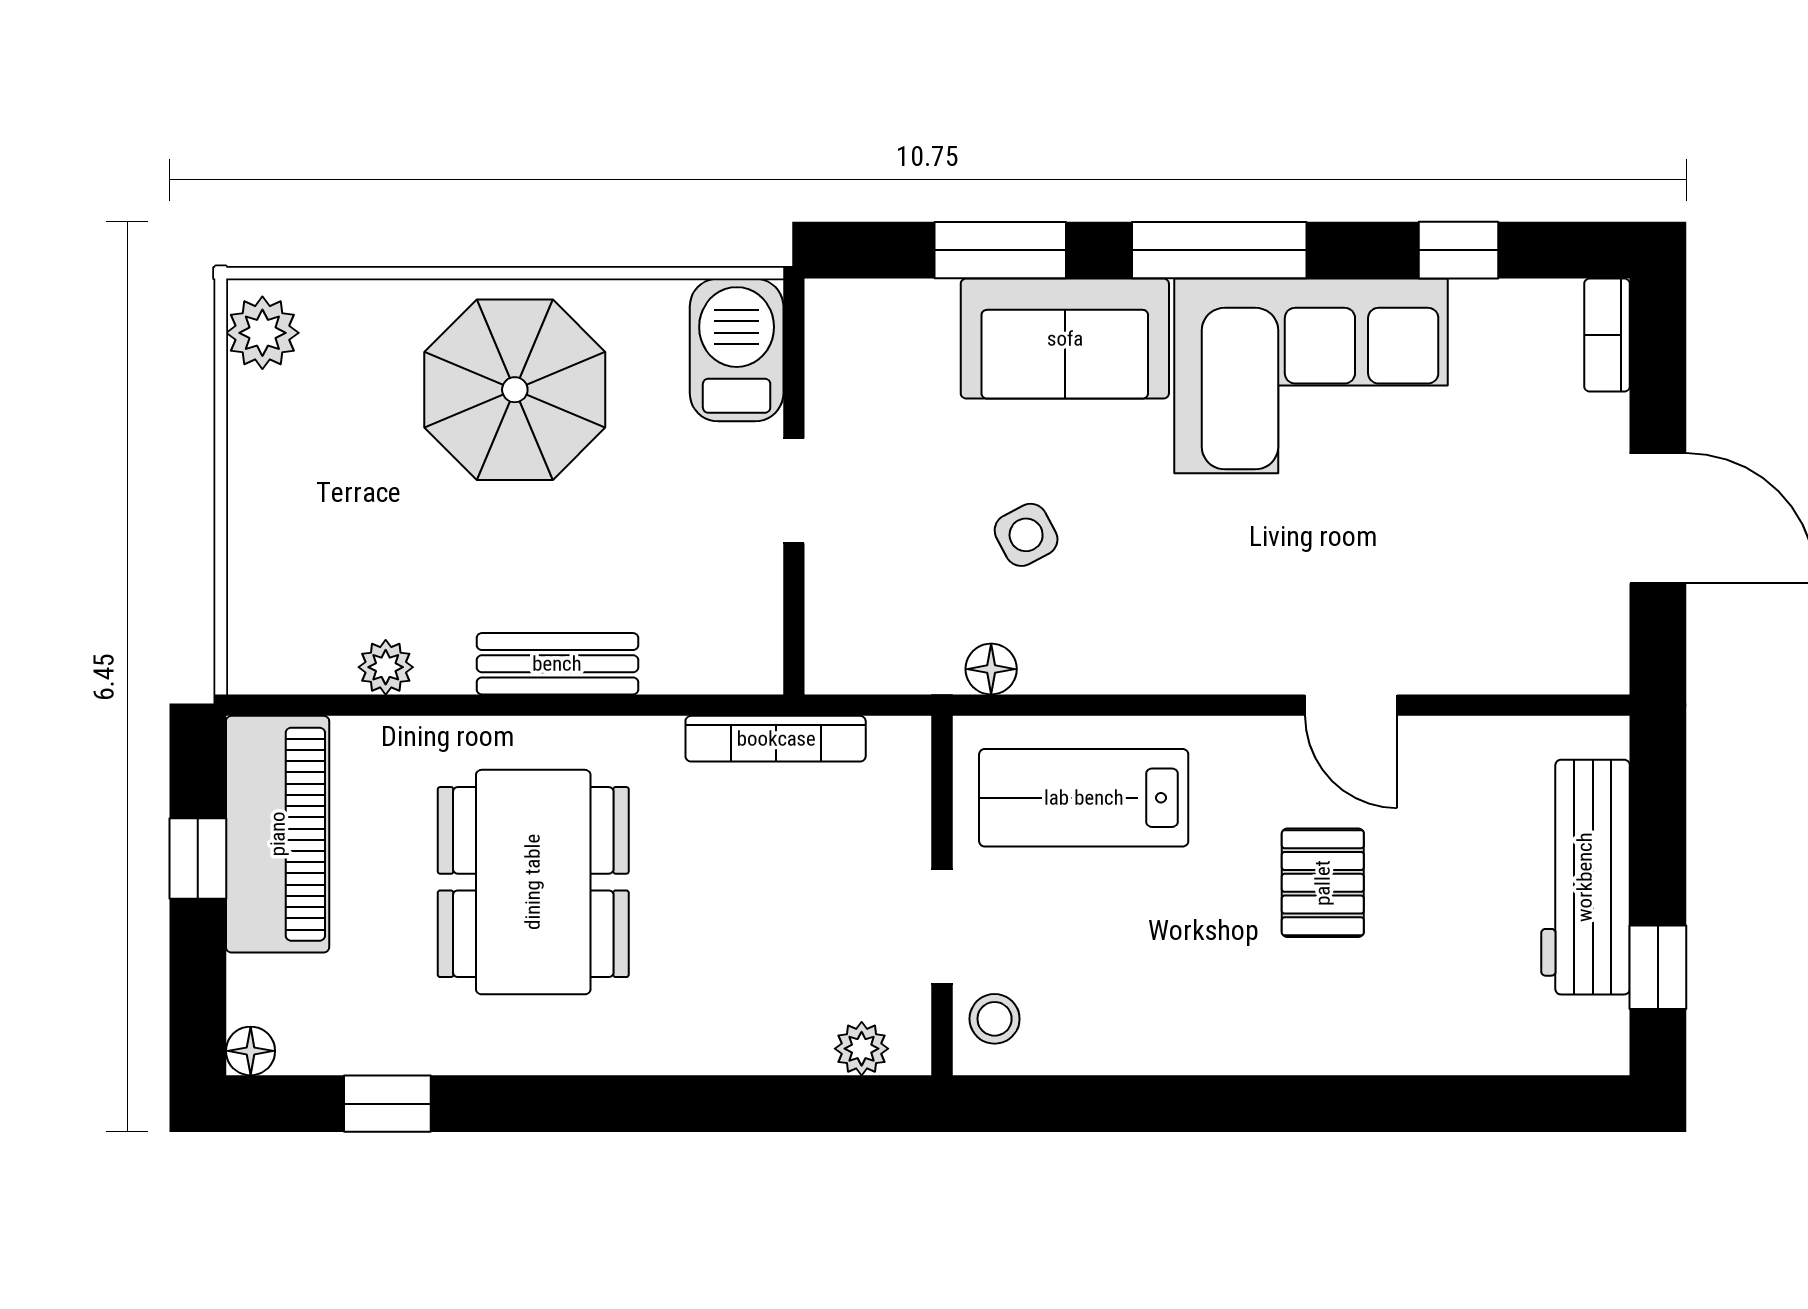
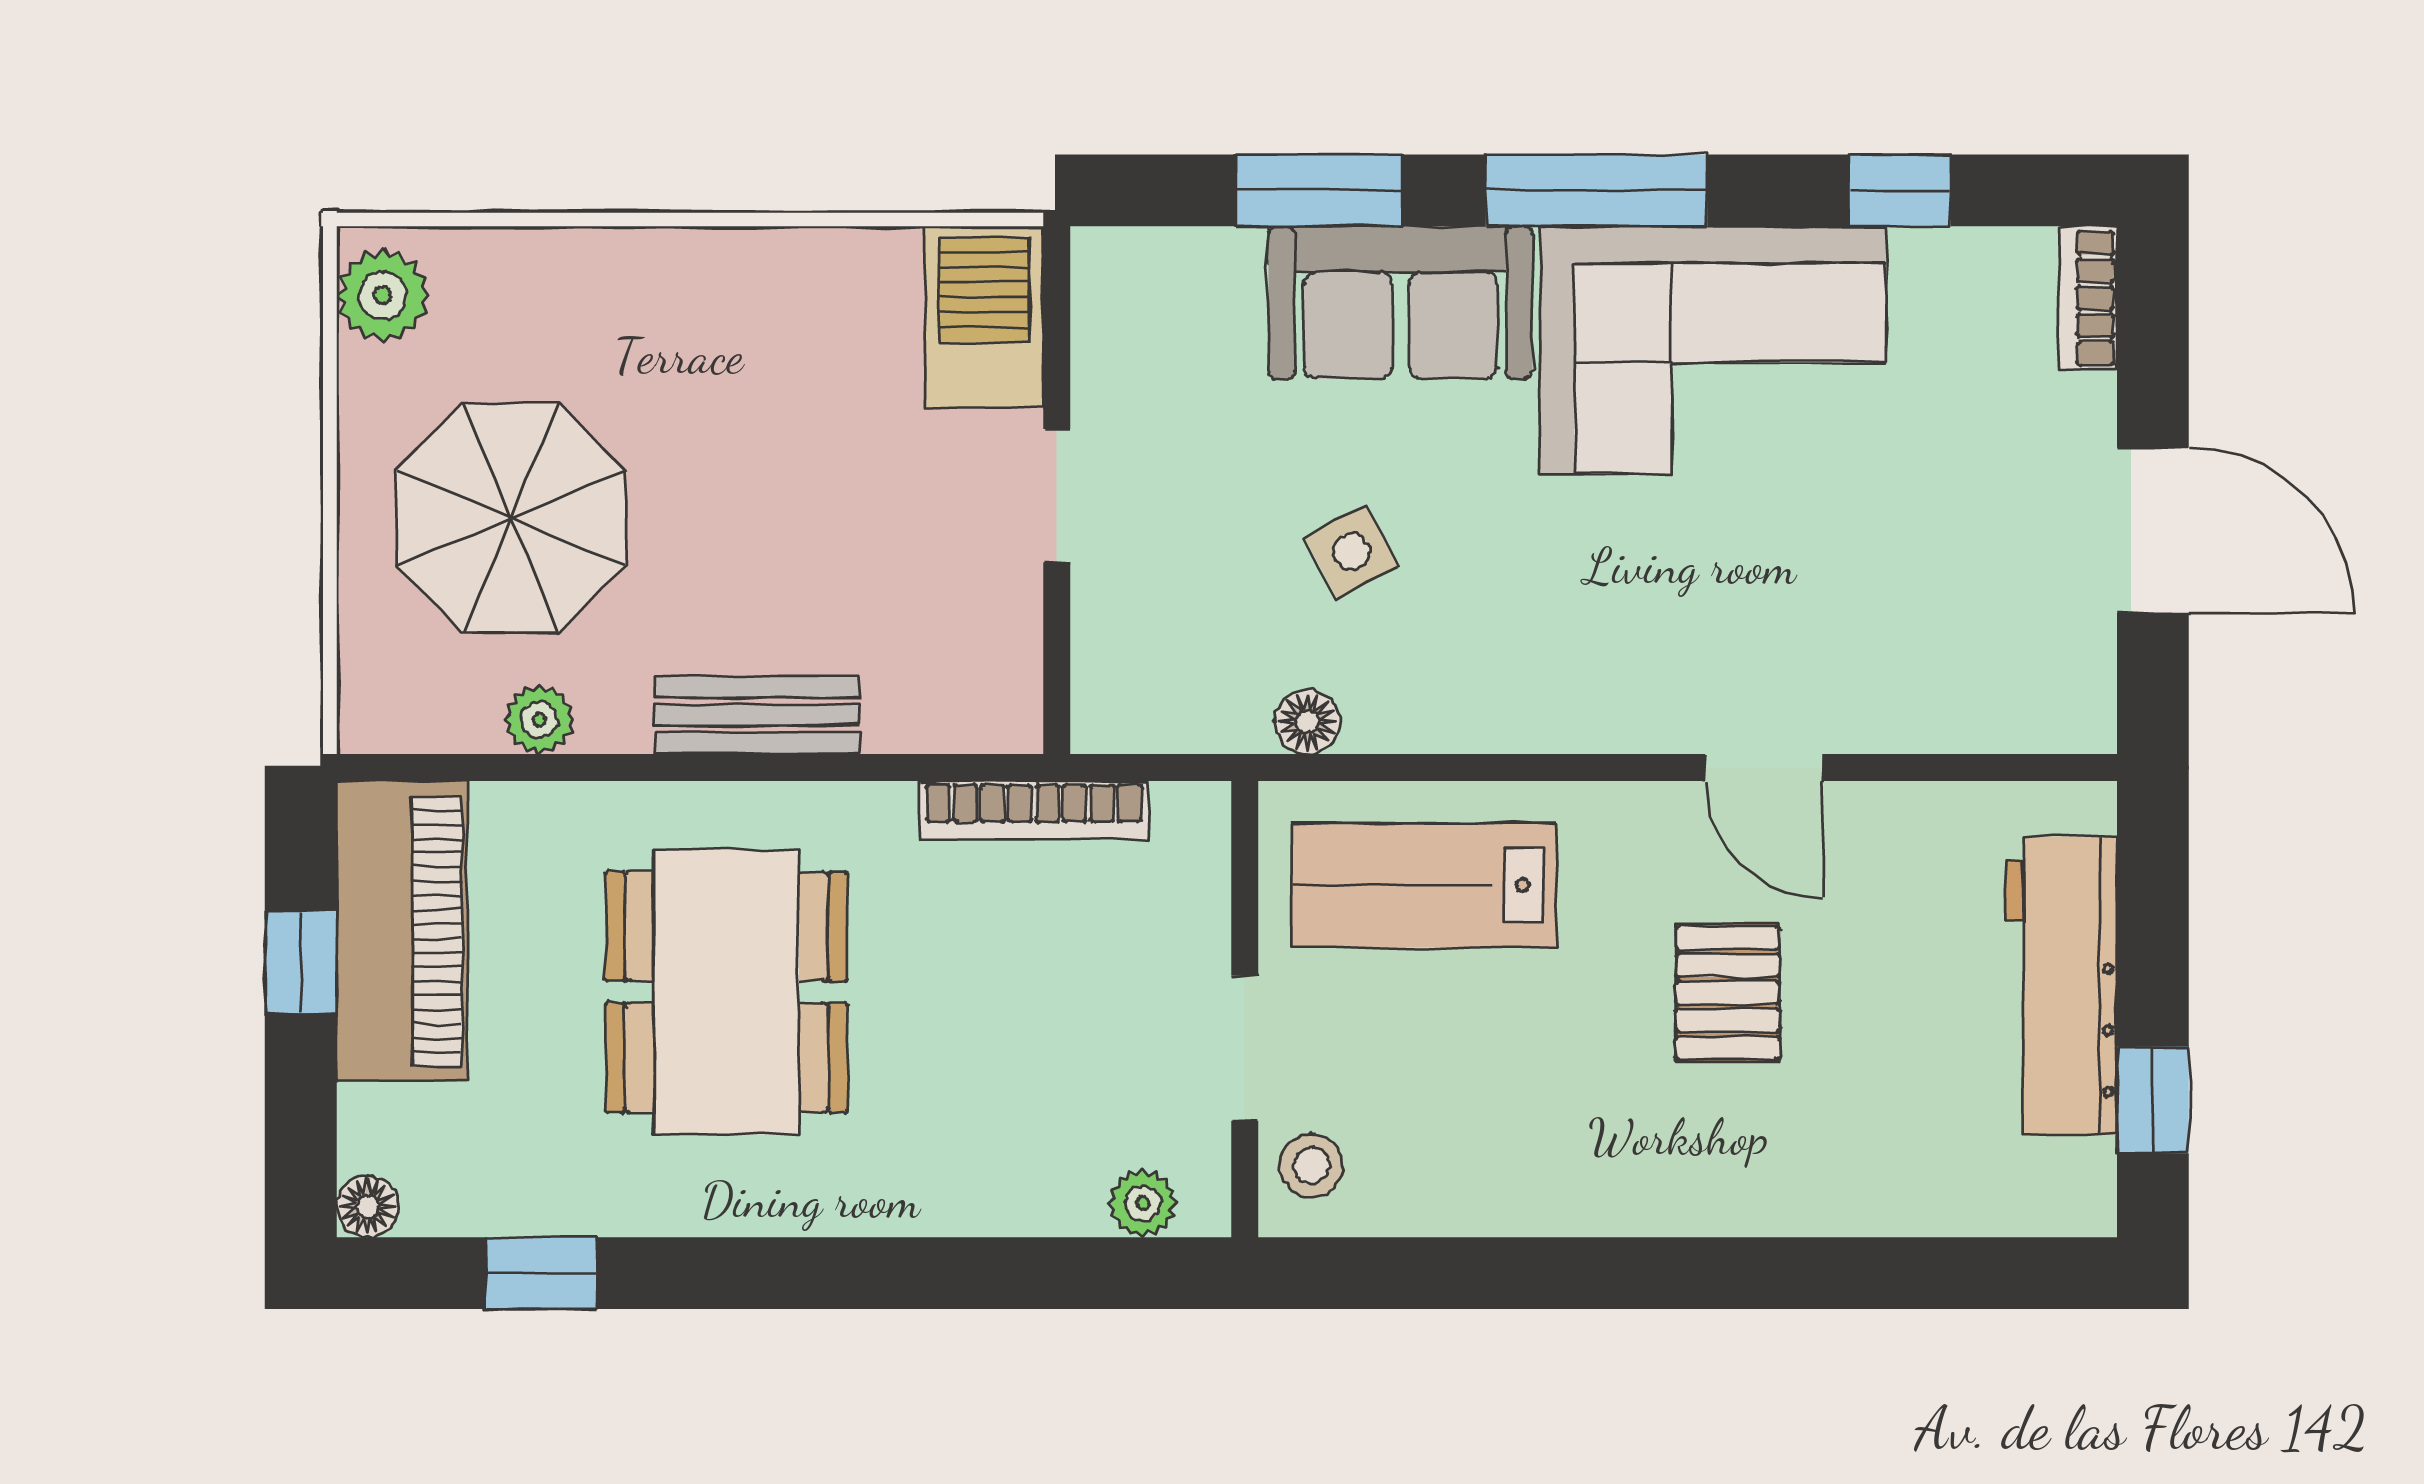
parasol: (515, 390) -> (511, 518), moved

